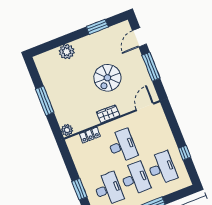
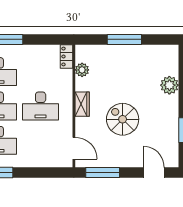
window: (151, 67) -> (103, 172), moved
plant: (67, 130) -> (82, 70), moved
locker: (90, 135) -> (66, 56), moved

